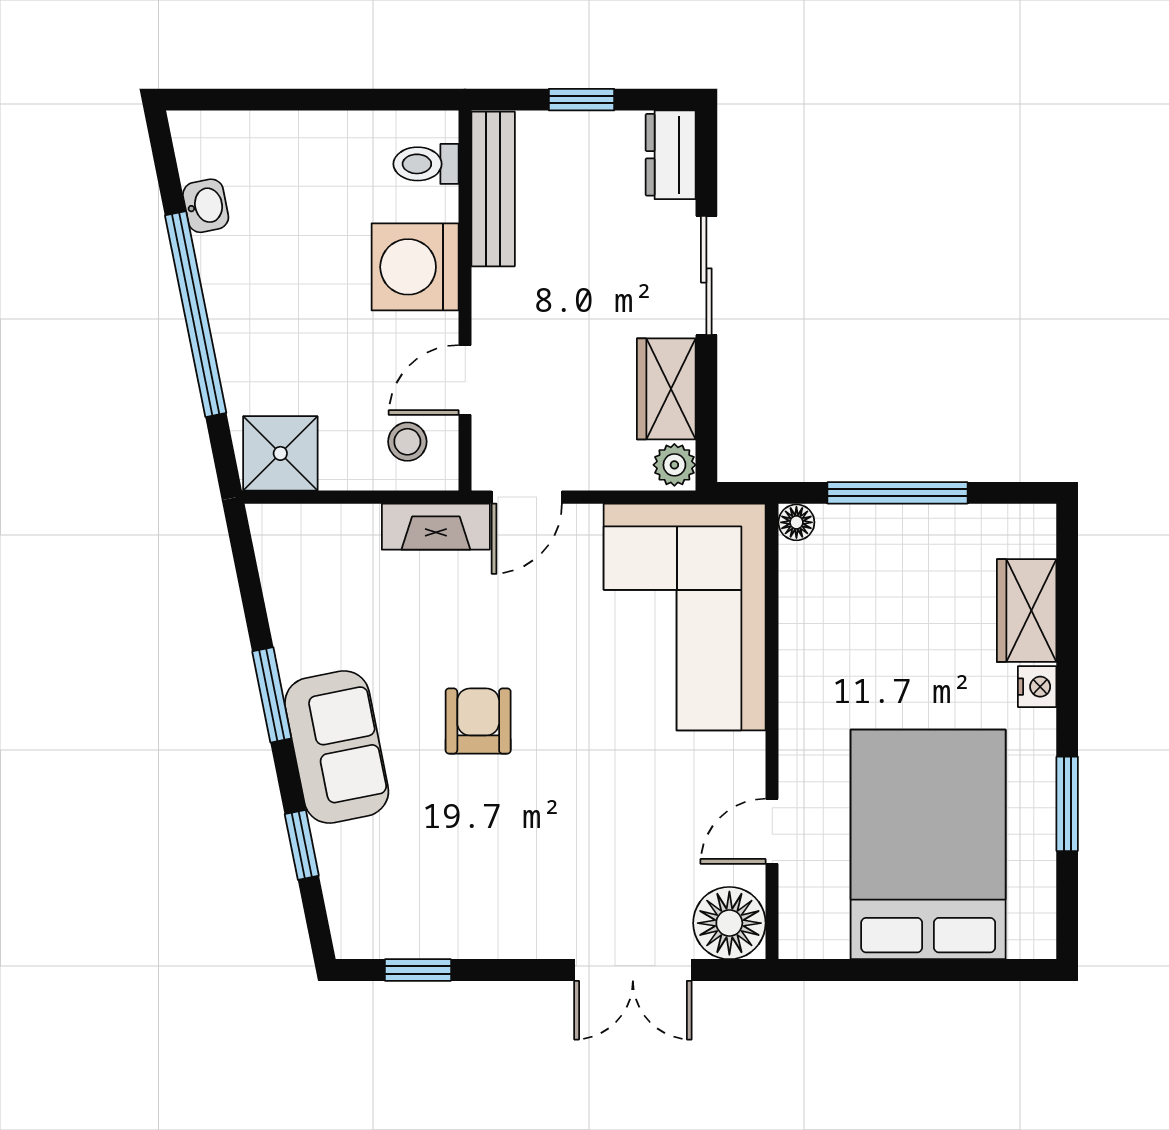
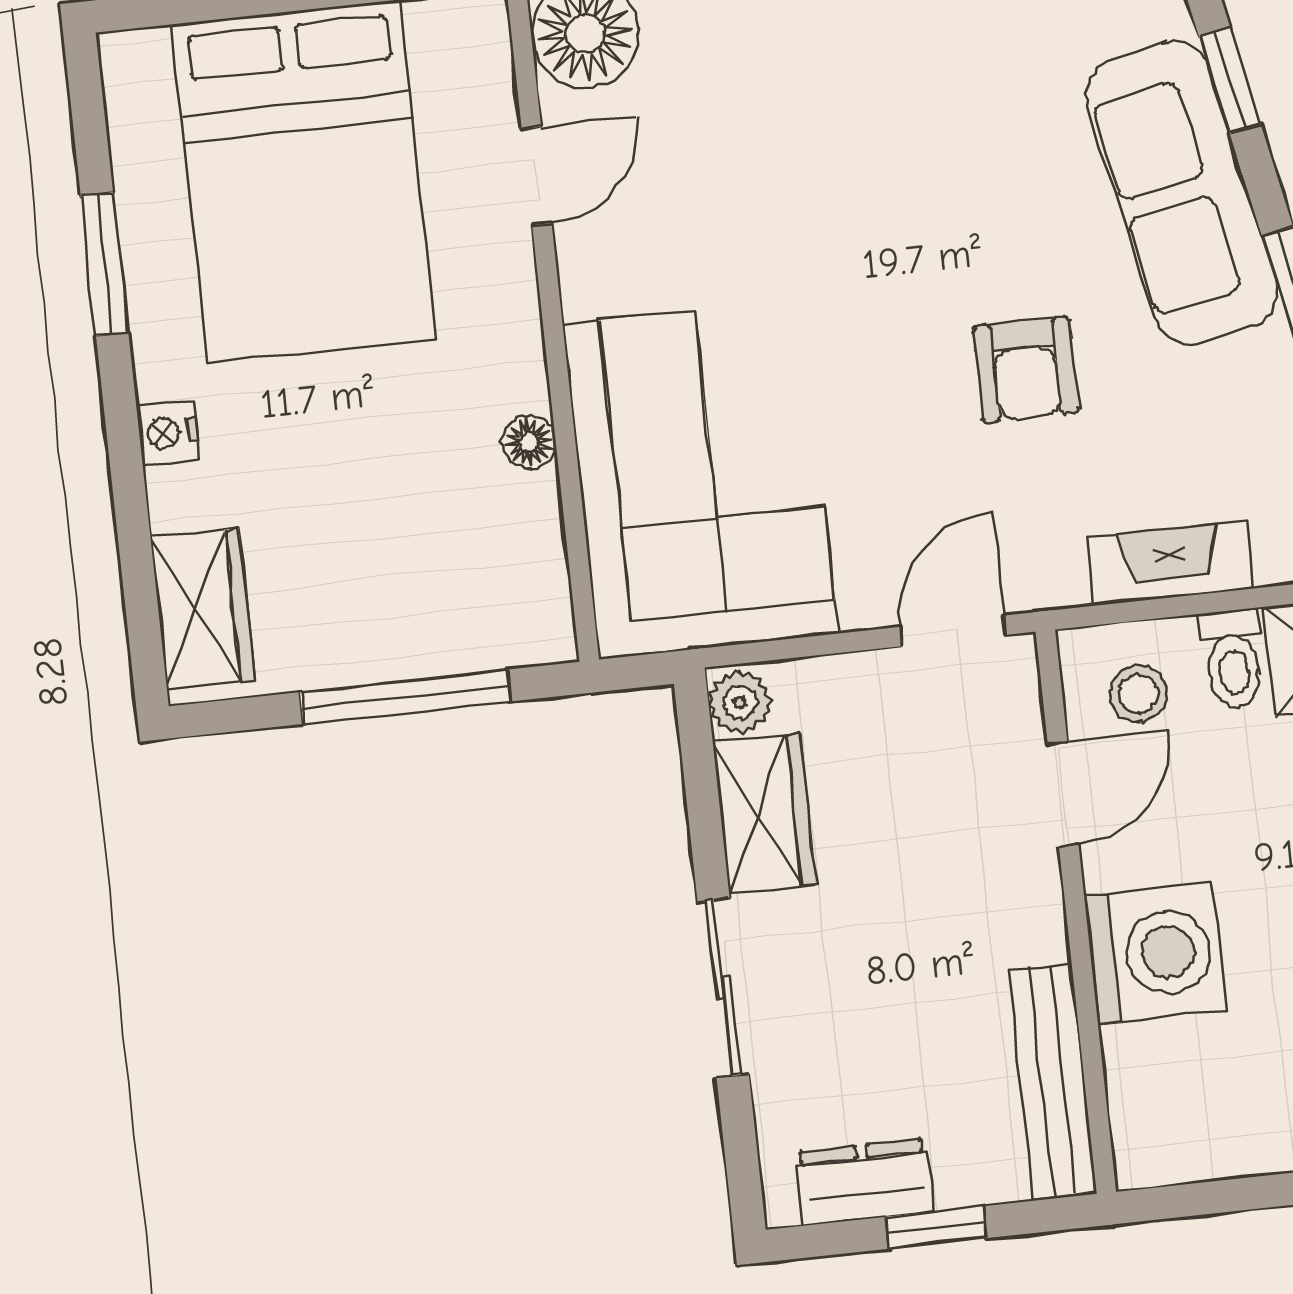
dresser: (671, 155) -> (864, 1182), moved, turned -90
toilet: (426, 164) -> (1233, 659), moved, turned 90
floor lamp: (796, 522) -> (529, 442), moved
fireplace: (436, 527) -> (1170, 563), moved
wardrobe: (1027, 611) -> (203, 609), moved
armchair: (478, 721) -> (1026, 370), moved
sofa: (337, 747) -> (1182, 193), width x1.36

